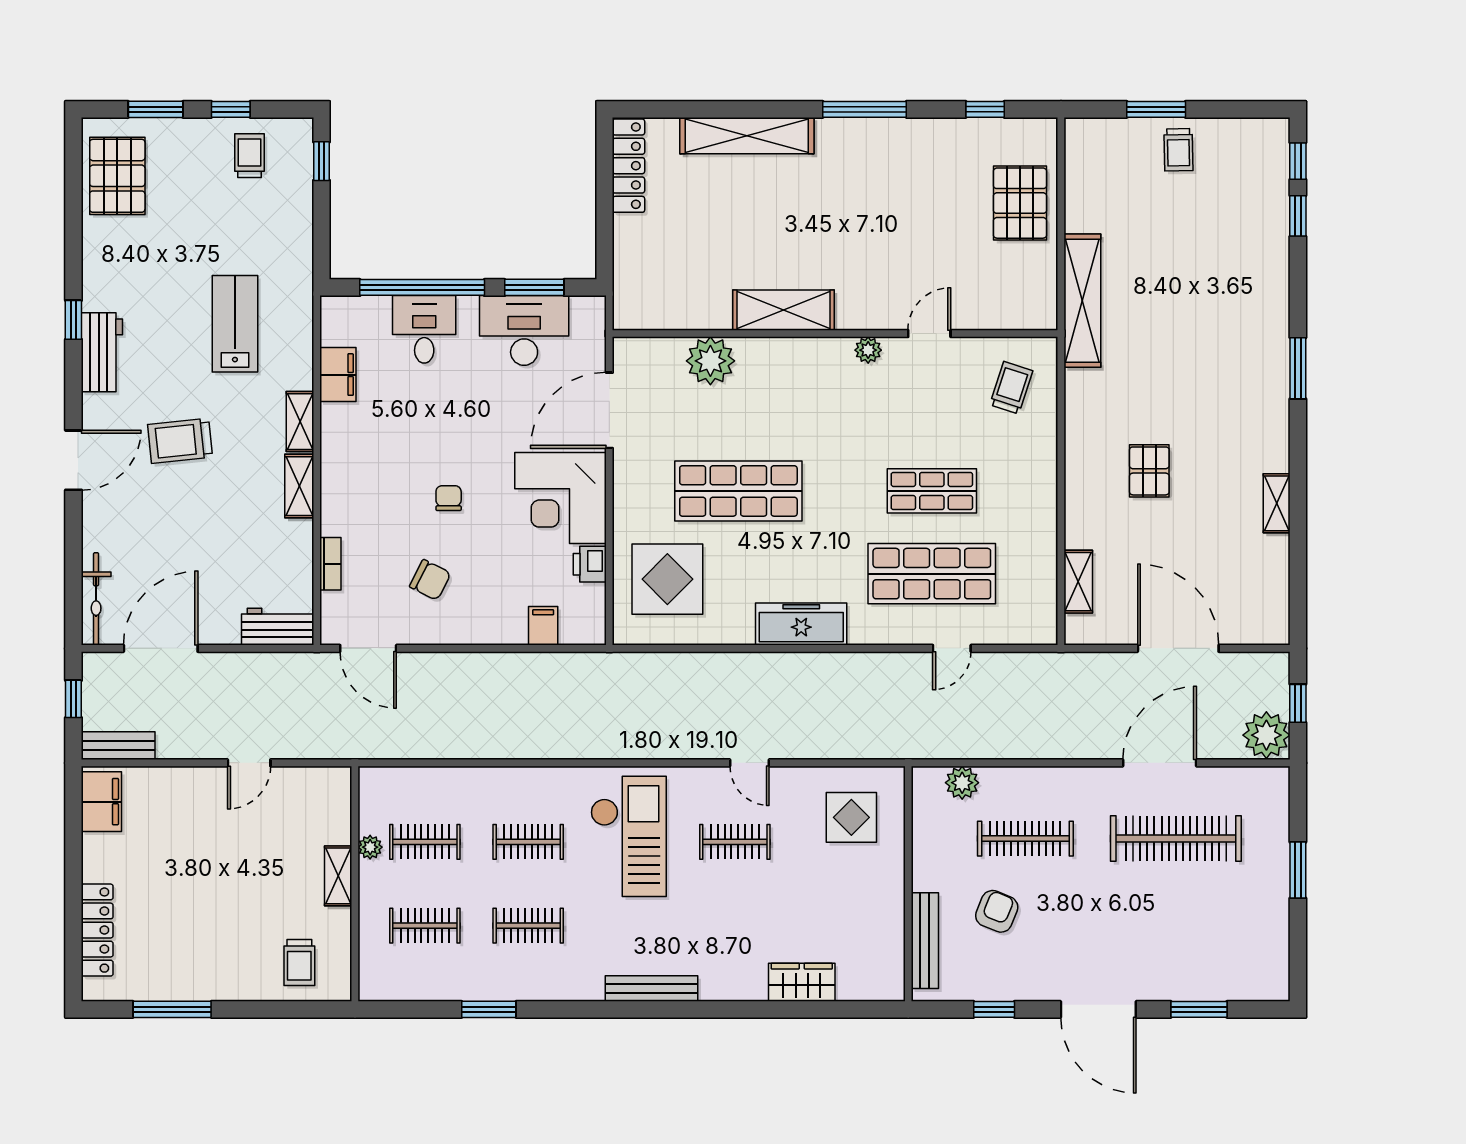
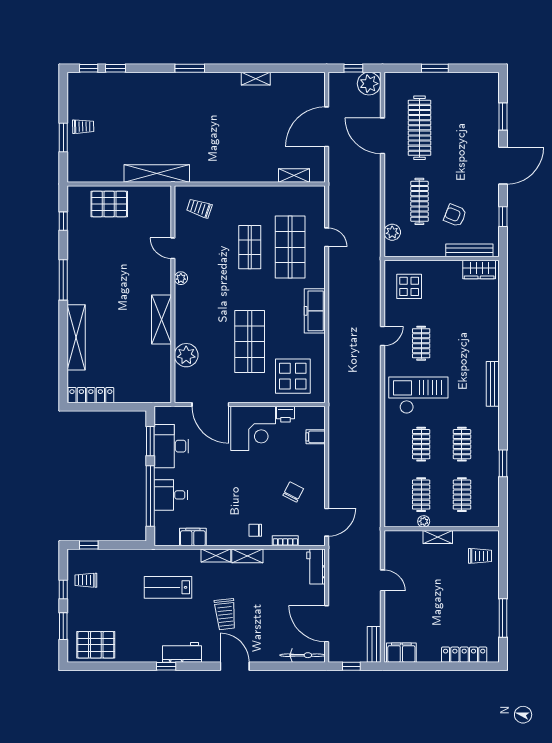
pallet: (1149, 471) -> (240, 141), removed
chair: (449, 498) -> (255, 530), moved
wardrobe: (802, 982) -> (479, 269), moved, turned -90

